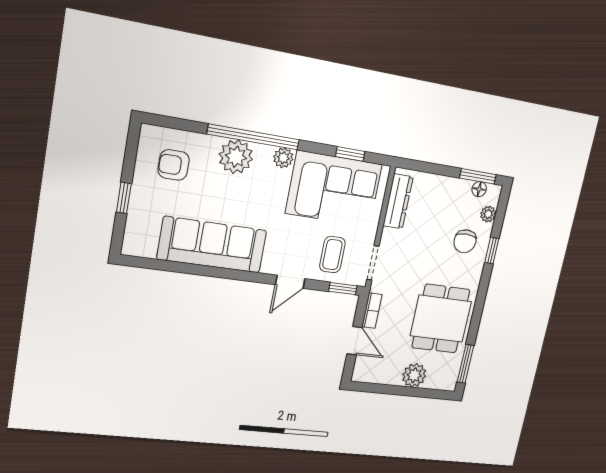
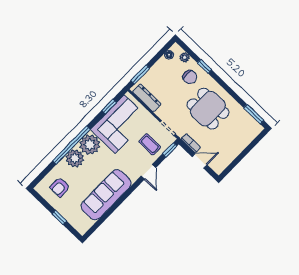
plant: (283, 158) -> (90, 145), width x1.87, depth x1.87
window: (478, 176) -> (140, 74), moved
dining table: (441, 319) -> (208, 109), moved
plant: (414, 375) -> (240, 143), removed

